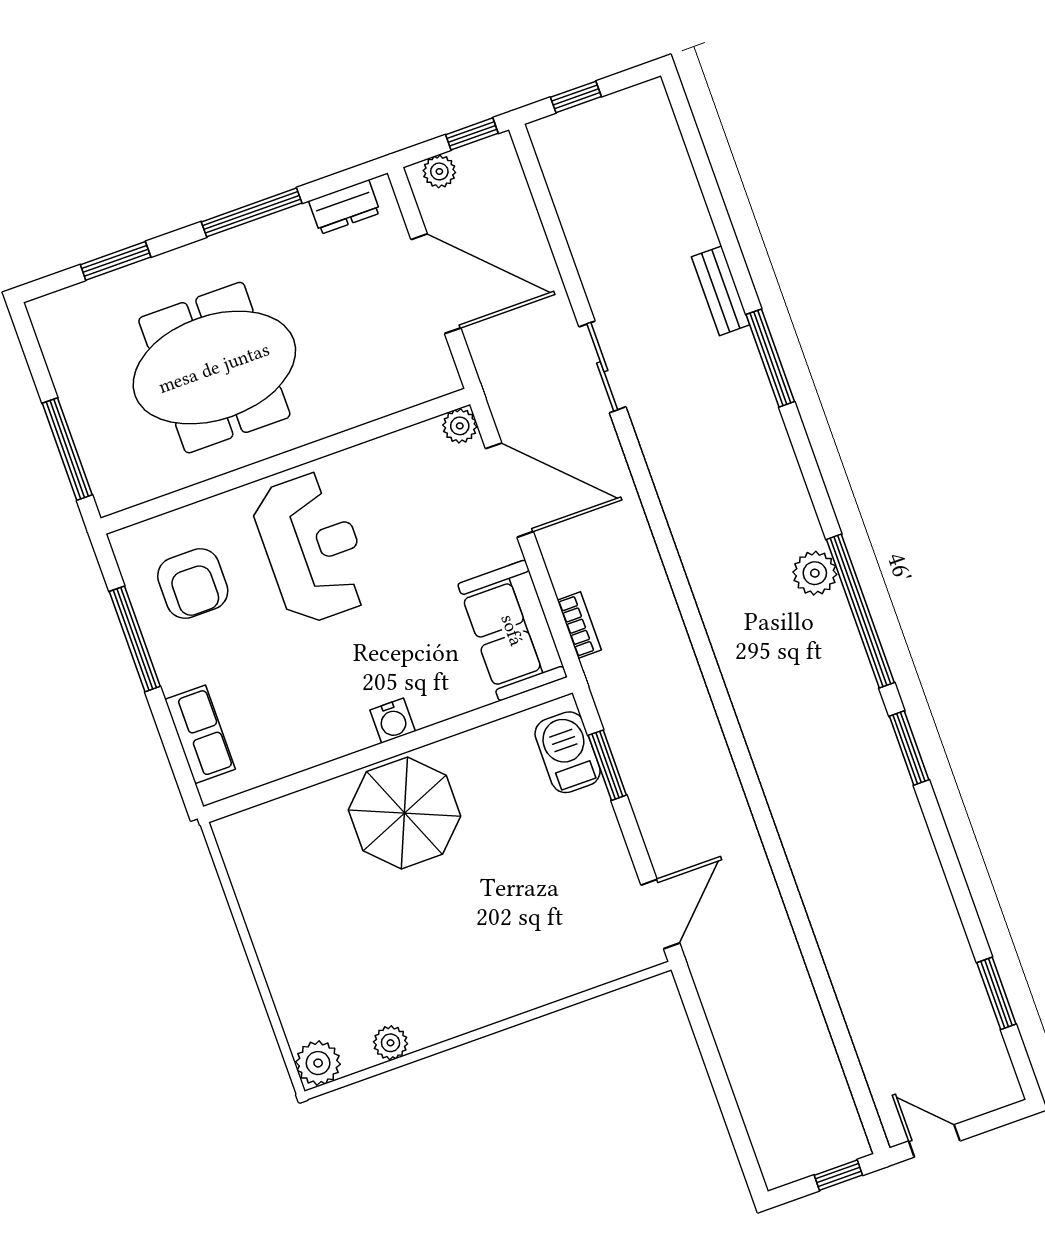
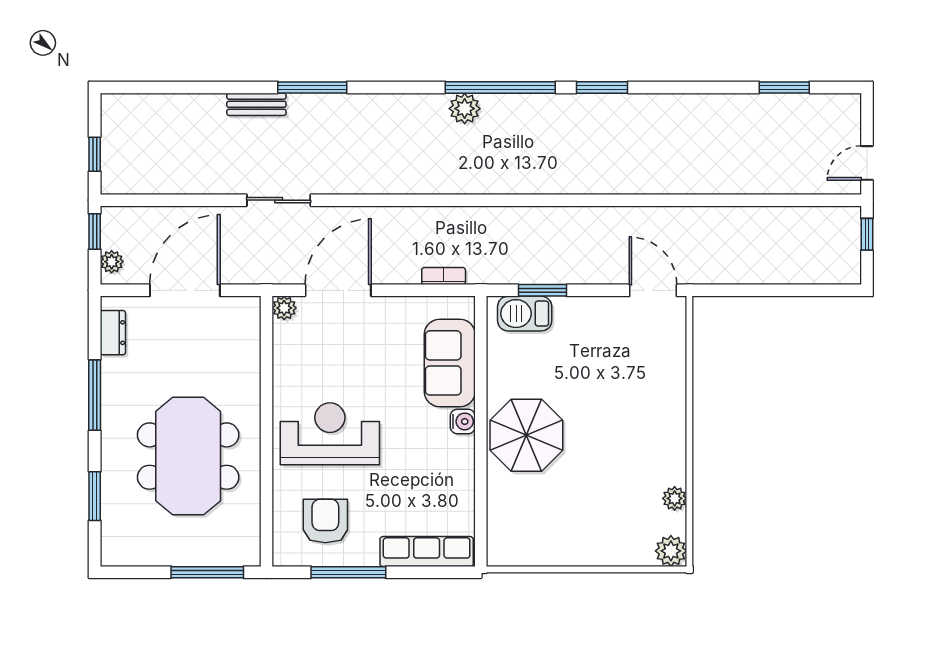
armchair: (193, 583) -> (325, 521), turned -90
sofa: (512, 630) -> (450, 363), moved, turned 90
row of seats: (200, 734) -> (427, 552), width x1.48

